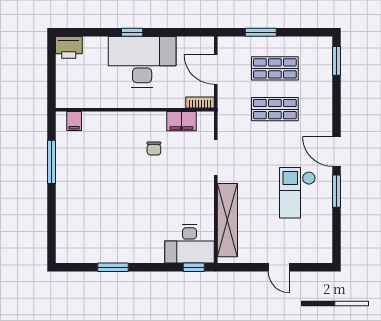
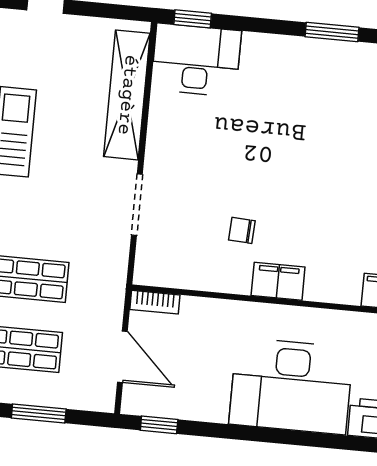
window: (132, 32) -> (159, 425), moved
desk: (142, 62) -> (291, 386), moved
filing cabinet: (181, 121) -> (278, 281), moved
chair: (154, 148) -> (242, 230), turned -87

